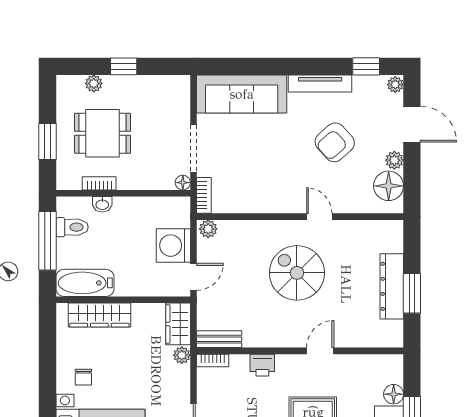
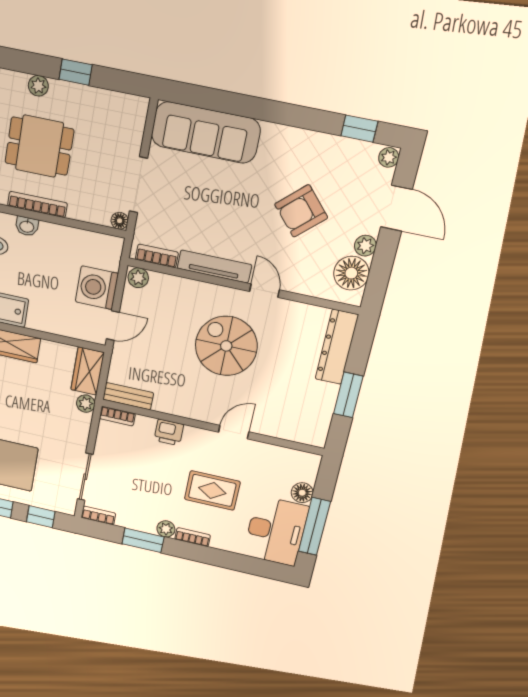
tv unit: (320, 83) -> (214, 267), moved, turned 180
bookcase: (99, 183) -> (37, 204), width x1.56
bookcase: (204, 195) -> (157, 256), moved, turned -90
dresser: (392, 286) -> (337, 347), moved

